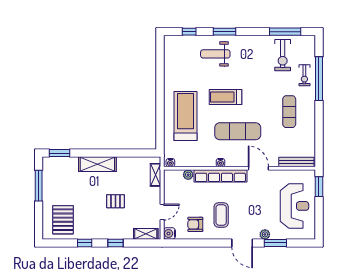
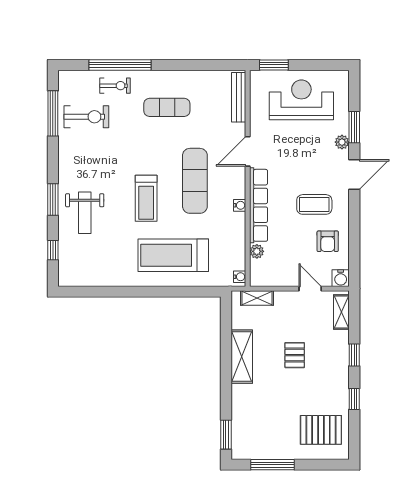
shelving: (97, 164) -> (242, 357), moved

